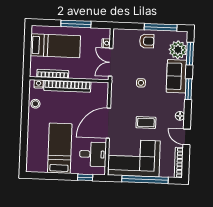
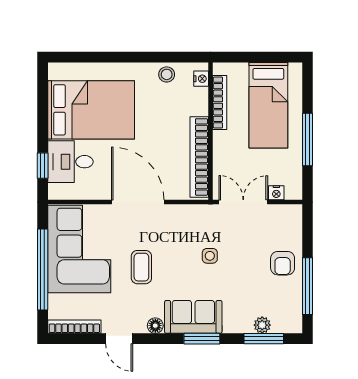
plant: (178, 50) -> (262, 325), width x0.53, depth x0.53
sofa: (176, 76) -> (193, 317), moved
bookcase: (67, 86) -> (199, 157), moved
door: (187, 137) -> (119, 339), swing flipped
bed: (60, 148) -> (91, 110), width x1.50
desk: (93, 154) -> (70, 162), moved, turned 90

